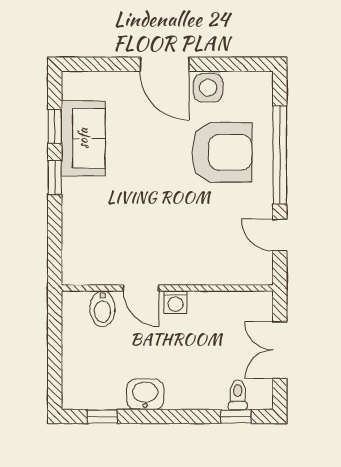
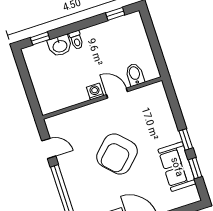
armchair: (222, 152) -> (117, 154), moved, turned -44
double door: (280, 350) -> (28, 84), removed
washbasin: (145, 394) -> (60, 46), moved
toilet: (238, 395) -> (76, 40), moved

